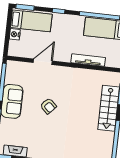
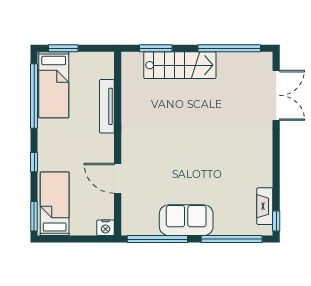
nightstand: (15, 34) -> (106, 228), moved
armchair: (48, 106) -> (187, 161), removed

